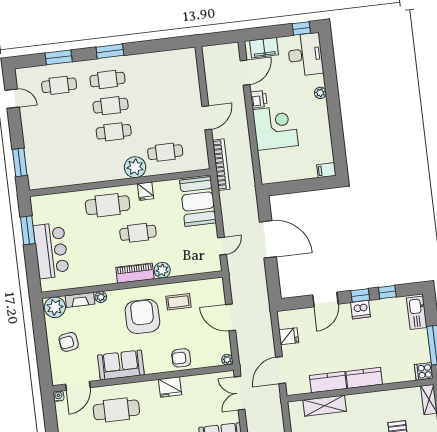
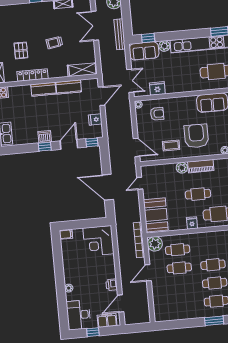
window: (301, 28) -> (93, 332), moved
cafe table: (162, 126) -> (179, 268), added
corner desk: (275, 128) -> (98, 241), moved
plant: (135, 167) -> (155, 244), moved
window: (387, 292) -> (92, 142), moved
armchair: (142, 316) -> (196, 136), turned 180
door: (231, 317) -> (136, 147), moved
armchair: (181, 358) -> (157, 114), moved
fridge: (170, 387) -> (157, 88), moved
locker: (380, 398) -> (33, 75), added
shelving: (325, 406) -> (82, 70), moved

